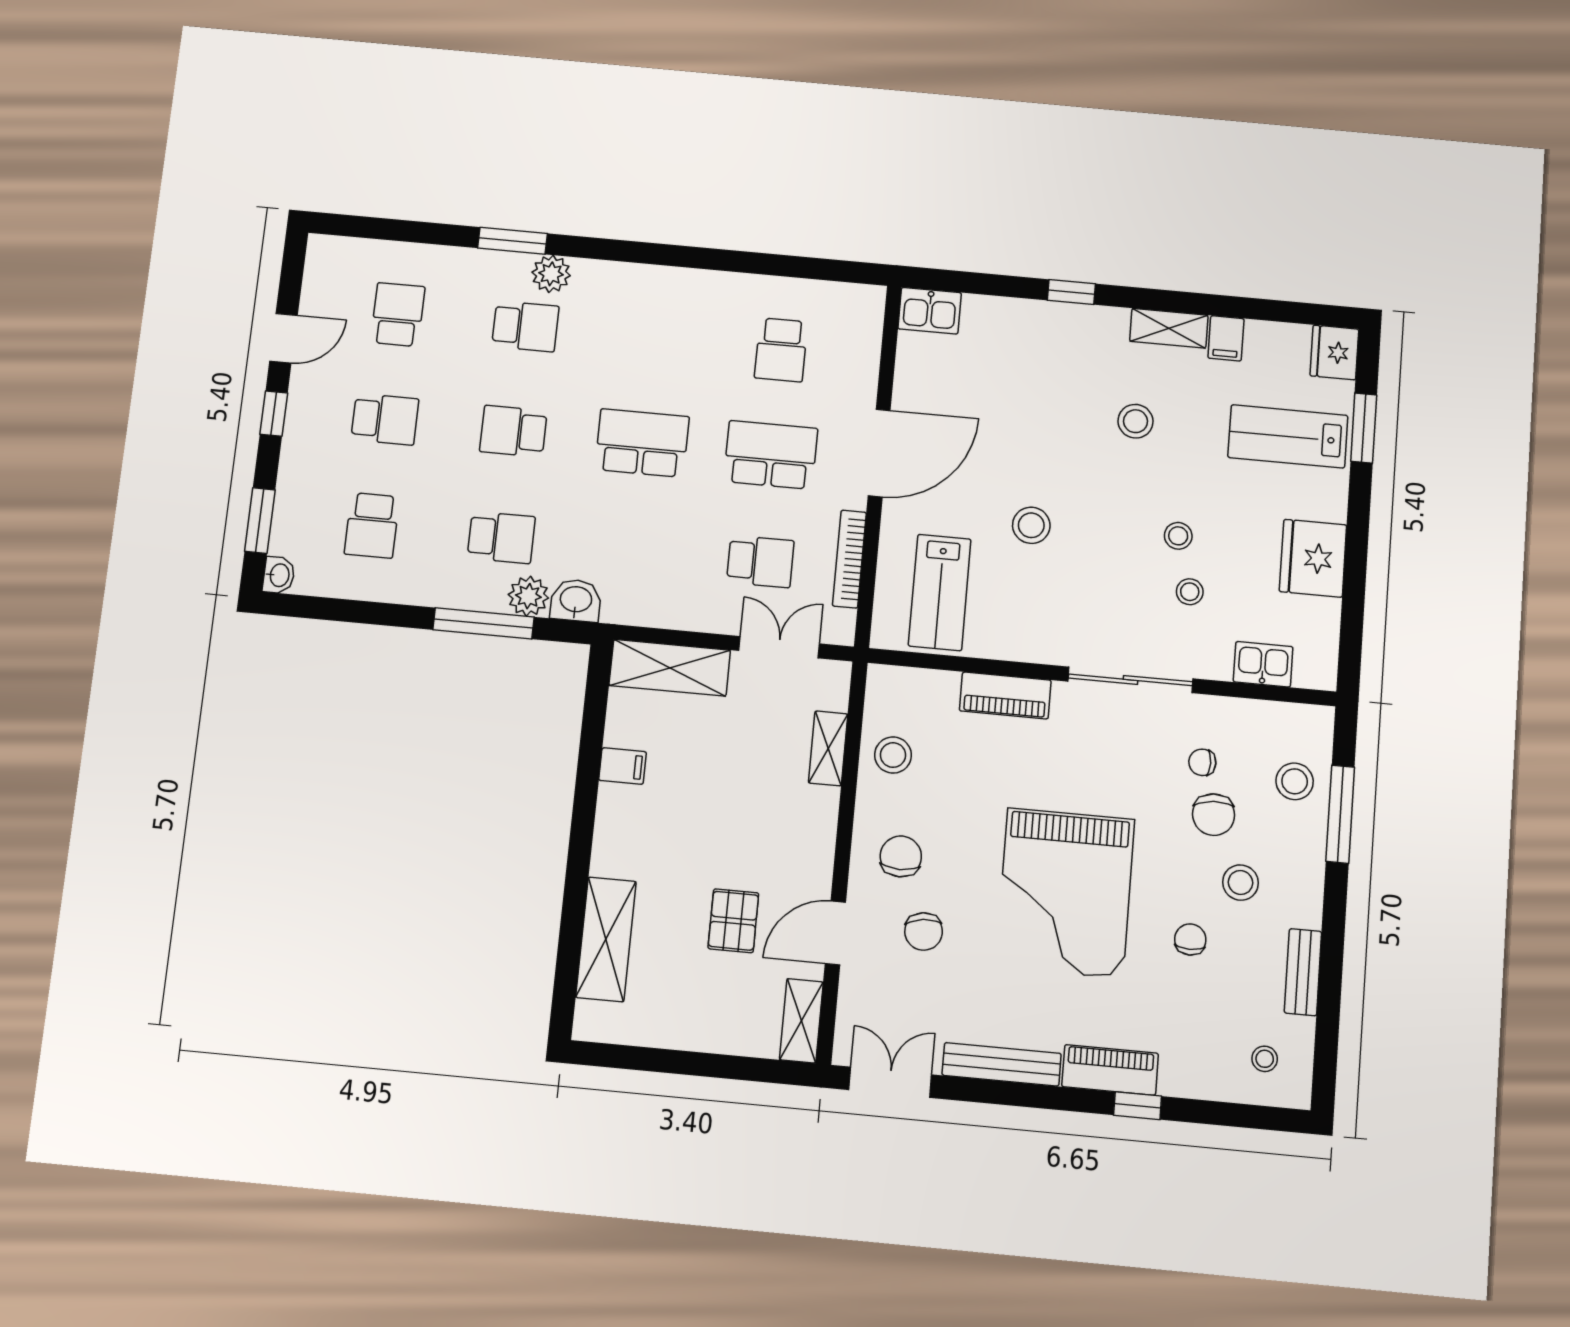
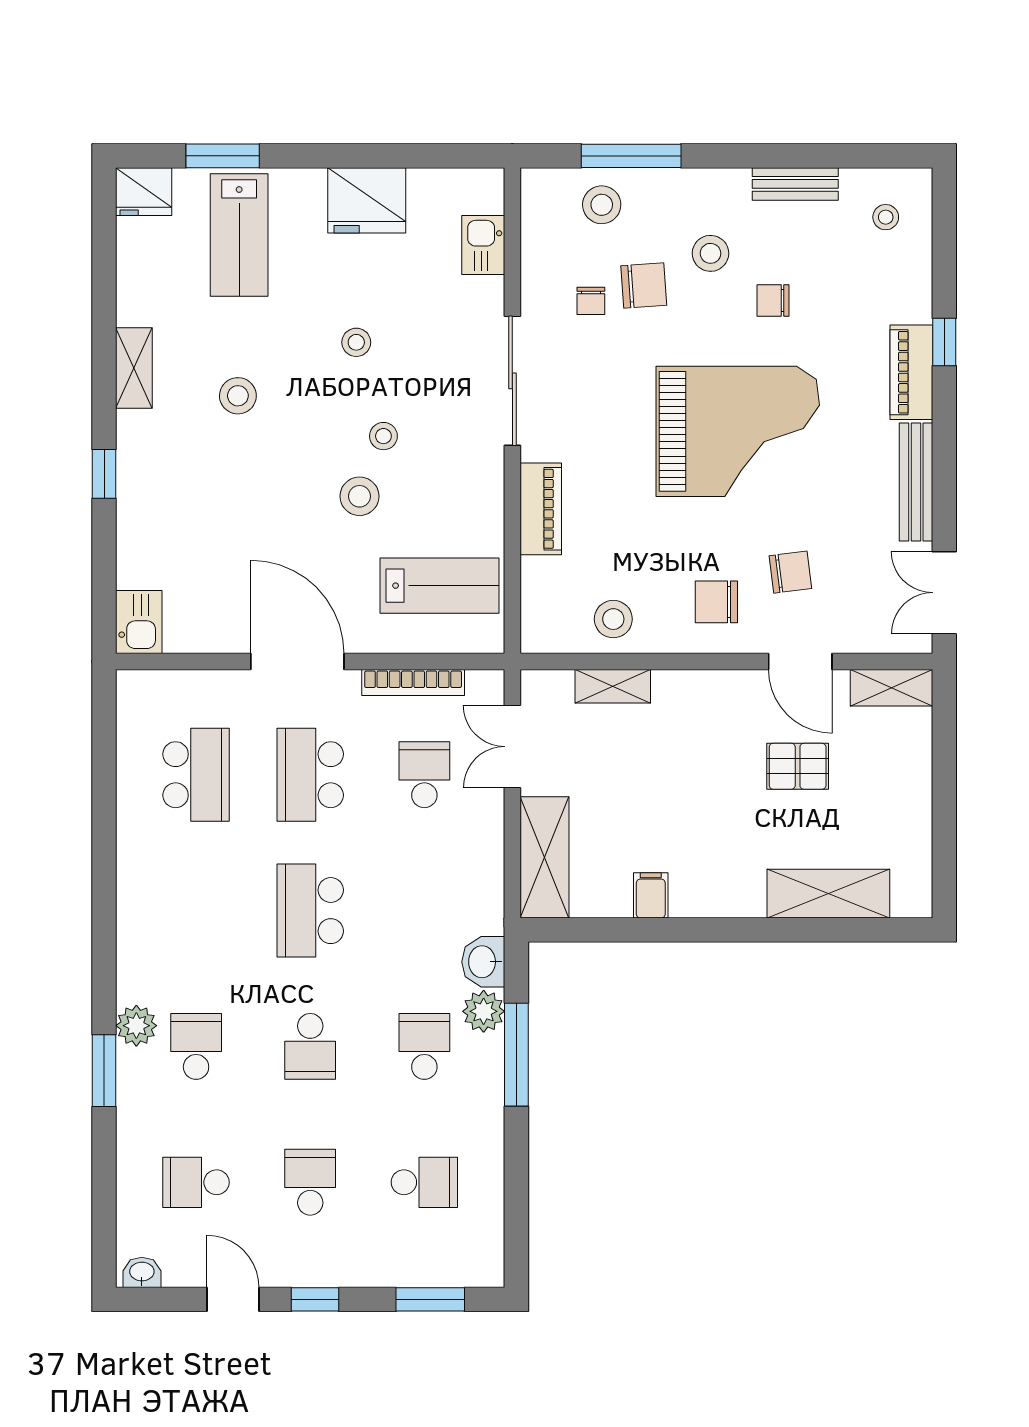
filing cabinet: (1226, 338) -> (139, 307), removed
school desk: (781, 350) -> (196, 775), width x1.85
washbasin: (279, 575) -> (142, 1272), moved
stool: (1190, 592) -> (383, 436), moved

